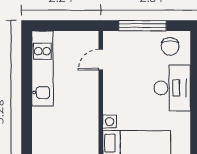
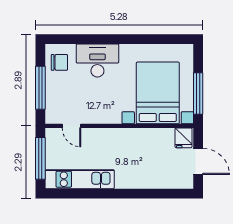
window: (65, 26) -> (40, 158), added

